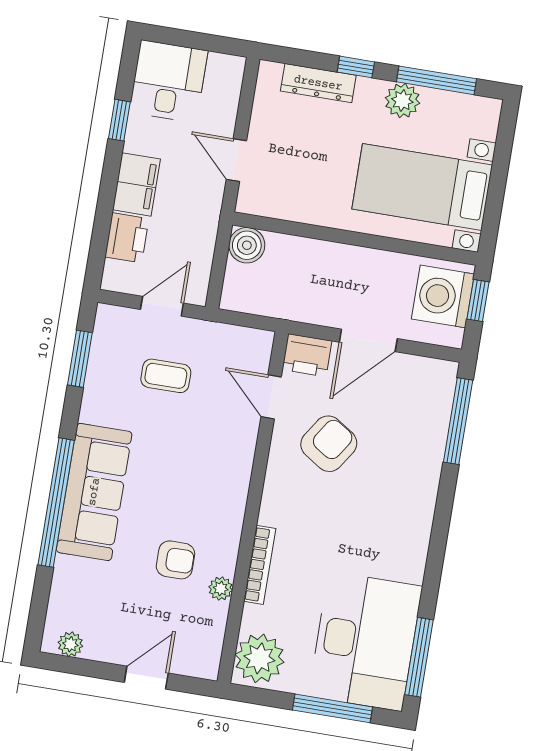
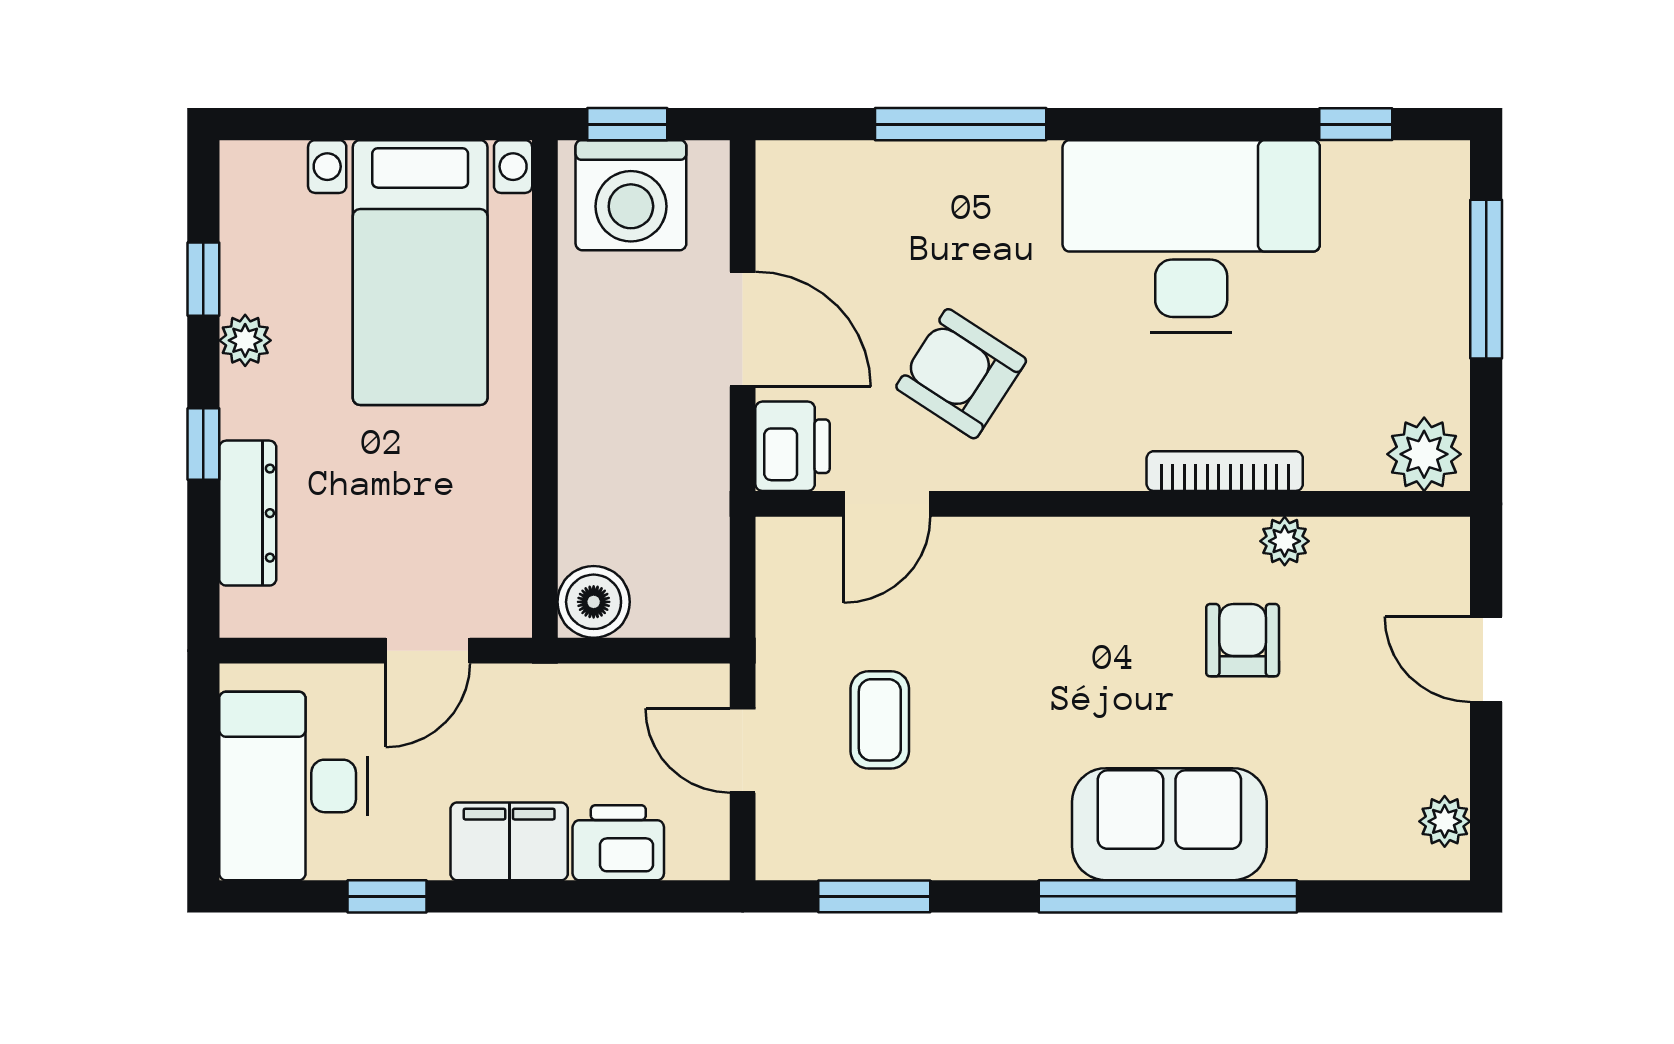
window: (437, 80) -> (203, 279), width x0.46
desk: (168, 81) -> (294, 786), width x1.37
plant: (402, 101) -> (245, 340), width x0.73, depth x0.73
window: (458, 421) -> (961, 124), moved
sofa: (94, 492) -> (1169, 824), width x0.73
desk: (365, 641) -> (1191, 236), moved
window: (419, 657) -> (1356, 124), width x0.46
plant: (259, 658) -> (1424, 454), width x0.73, depth x0.73

